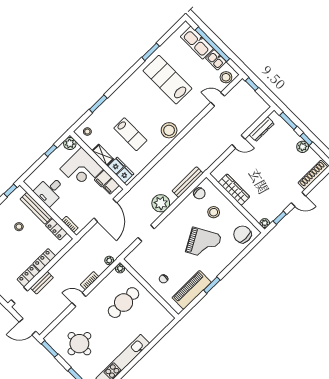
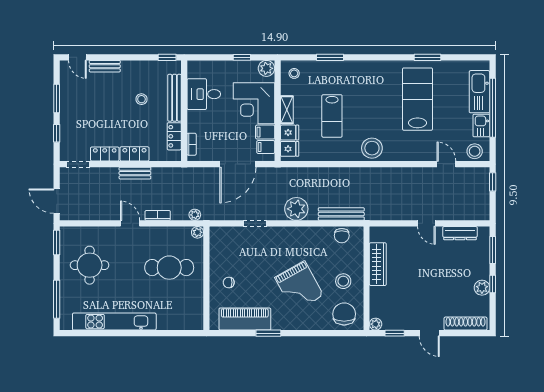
stool: (214, 212) -> (343, 281), moved
bench: (42, 283) -> (135, 173), moved

